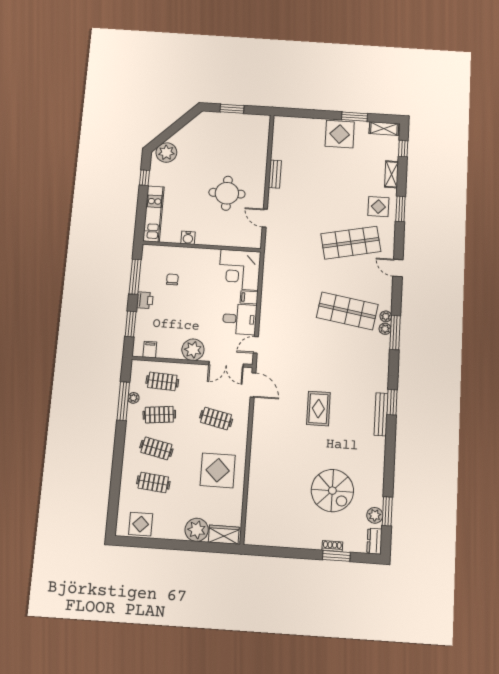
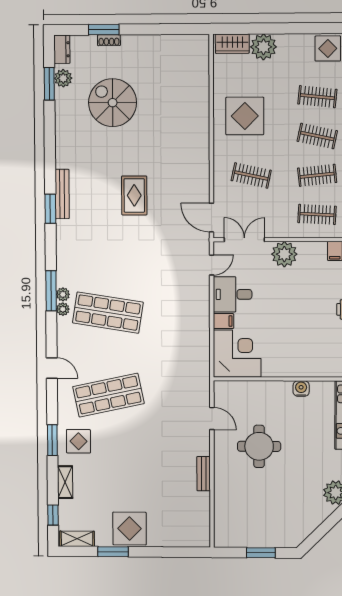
chair: (172, 279) -> (315, 337), removed

